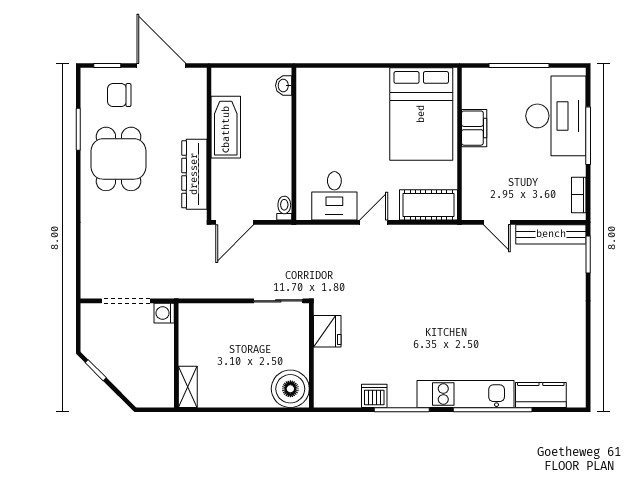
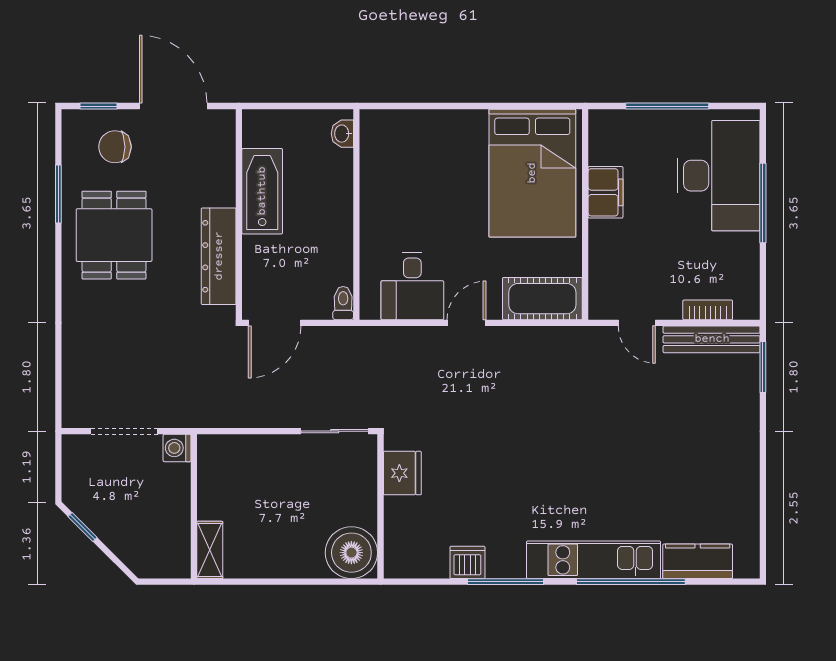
bookcase: (579, 195) -> (708, 310), moved, turned 90

